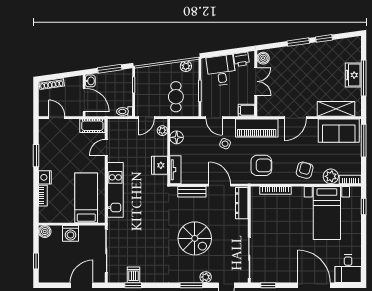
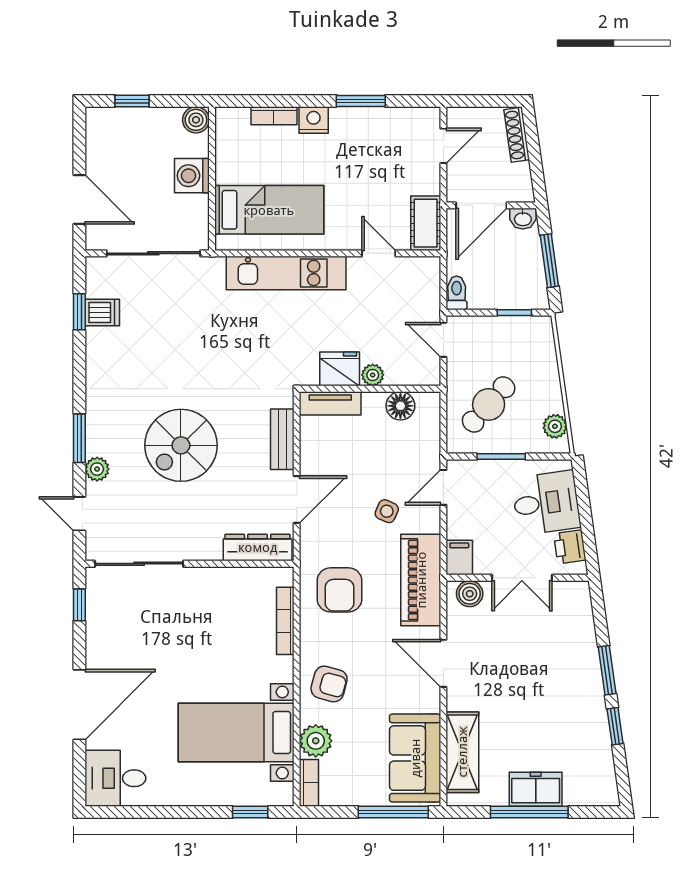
boiler: (263, 58) -> (470, 594), moved
cafe table: (176, 97) -> (489, 404), turned -48
plant: (162, 131) -> (373, 375), moved

